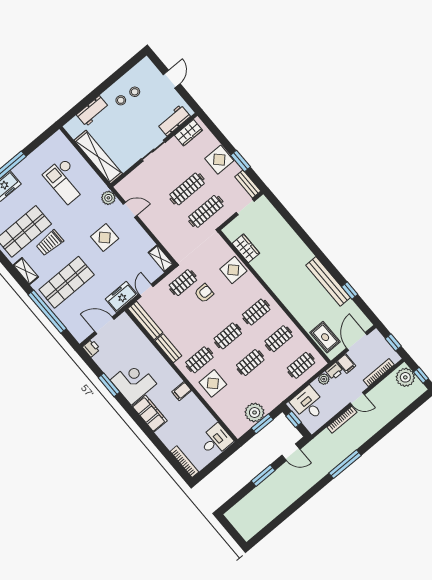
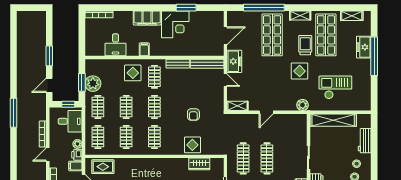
door: (130, 210) -> (266, 112), moved
display table: (105, 237) -> (300, 71), moved
clothes rail: (183, 283) -> (98, 107), moved
printer: (91, 348) -> (218, 16), removed
desk: (216, 440) -> (115, 45), moved

